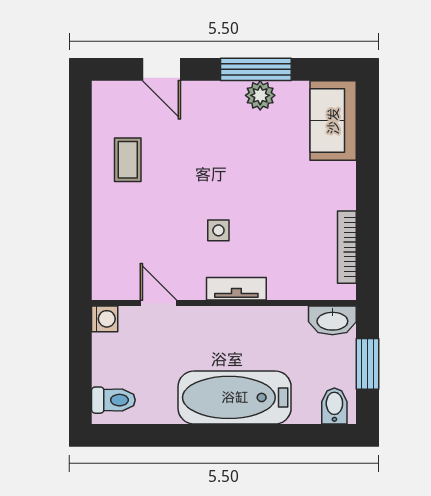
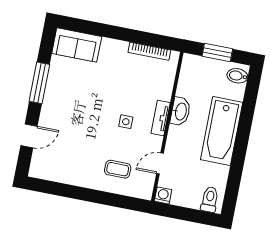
plant: (260, 95) -> (55, 83), removed
coffee table: (128, 160) -> (118, 169), moved
washbasin: (332, 320) -> (180, 111), moved

